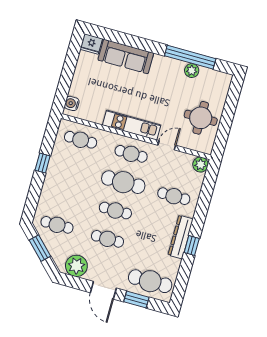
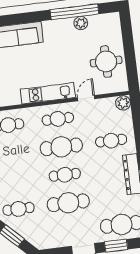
cafe table: (108, 239) -> (68, 203), width x1.37, depth x1.35
plant: (76, 266) -> (51, 238), removed

